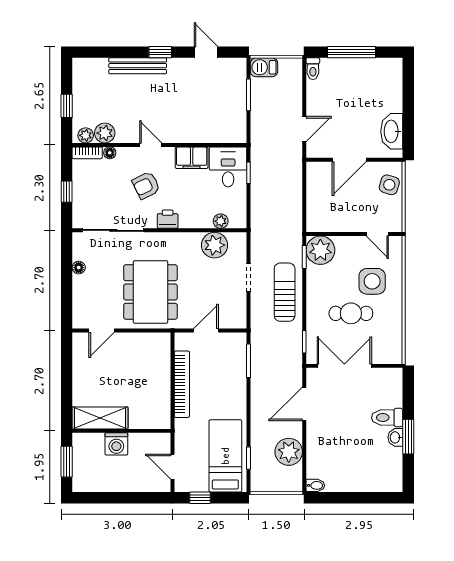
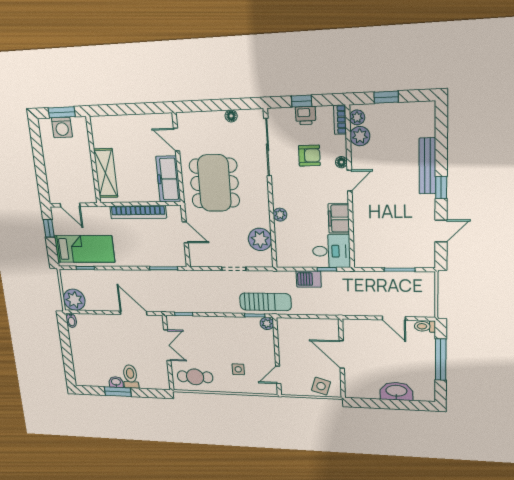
barbecue: (264, 67) -> (309, 279), moved, turned -90
door: (304, 129) -> (394, 318), moved
washbasin: (392, 131) -> (396, 391), moved
floor lamp: (110, 153) -> (341, 162), moved
armchair: (146, 185) -> (309, 156), moved, turned 116
printer: (168, 219) -> (306, 115), moved, turned 90
plant: (221, 221) -> (280, 215), moved
plant: (320, 250) -> (267, 323), width x0.53, depth x0.53
side table: (372, 281) -> (238, 369), width x0.54, depth x0.54
dining table: (150, 292) -> (214, 183), turned 90
sun lounger: (285, 292) -> (265, 302), moved
cafe table: (351, 313) -> (195, 377), moved, turned 90
freezer: (145, 344) -> (168, 179), added
double door: (344, 366) -> (167, 345), width x0.73
shelving: (100, 418) -> (106, 173), moved
washing machine: (116, 444) -> (62, 127), moved, turned -90
plant: (289, 452) -> (74, 300), moved
door: (172, 467) -> (70, 205), swing flipped

